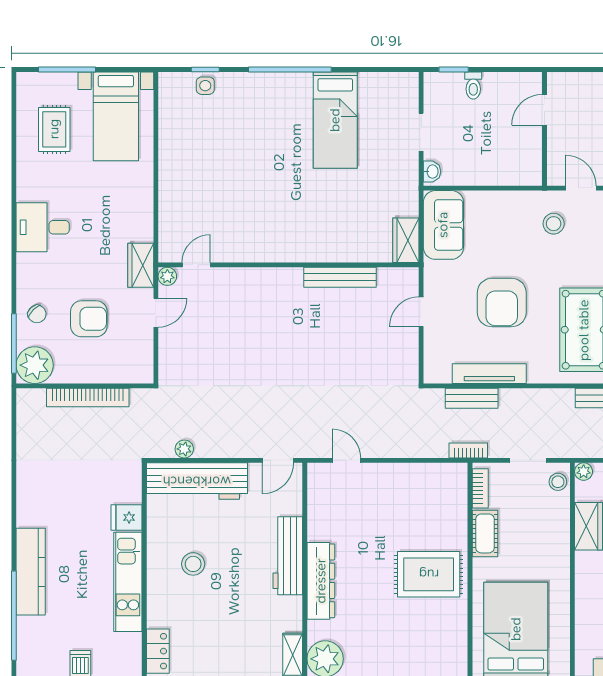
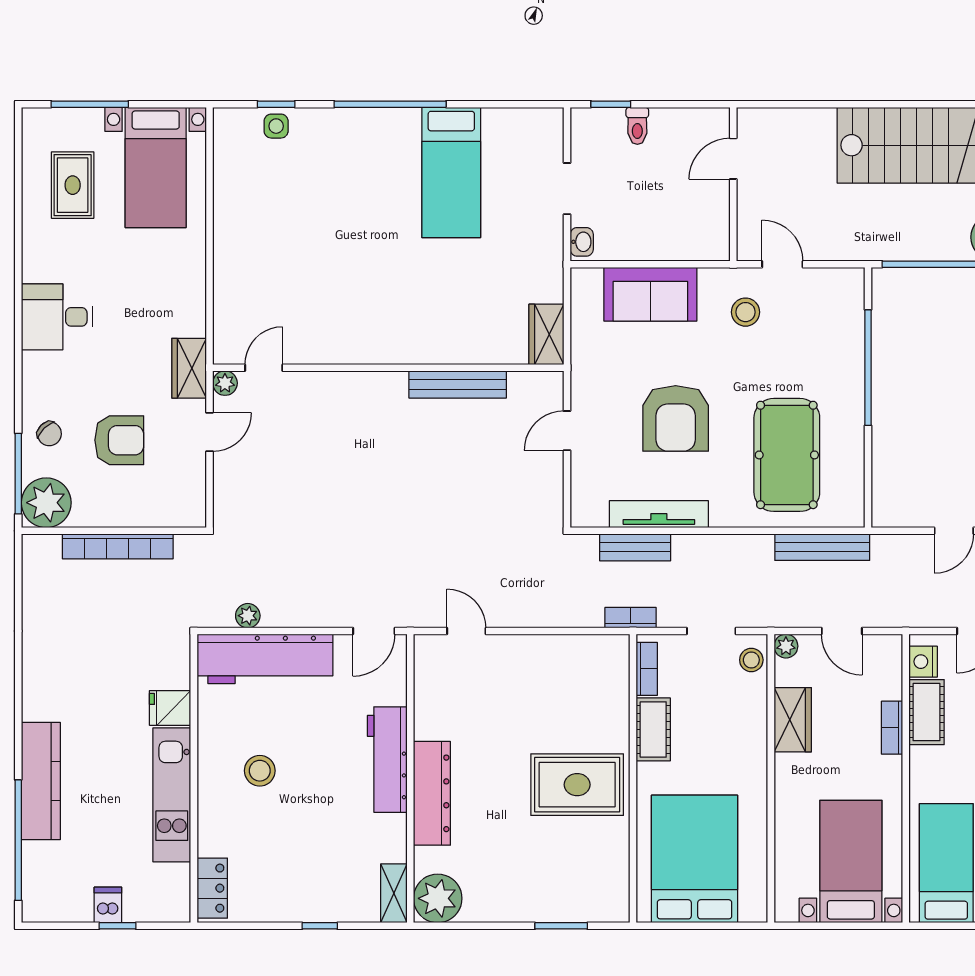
sofa: (443, 225) -> (650, 294), moved, turned 90

